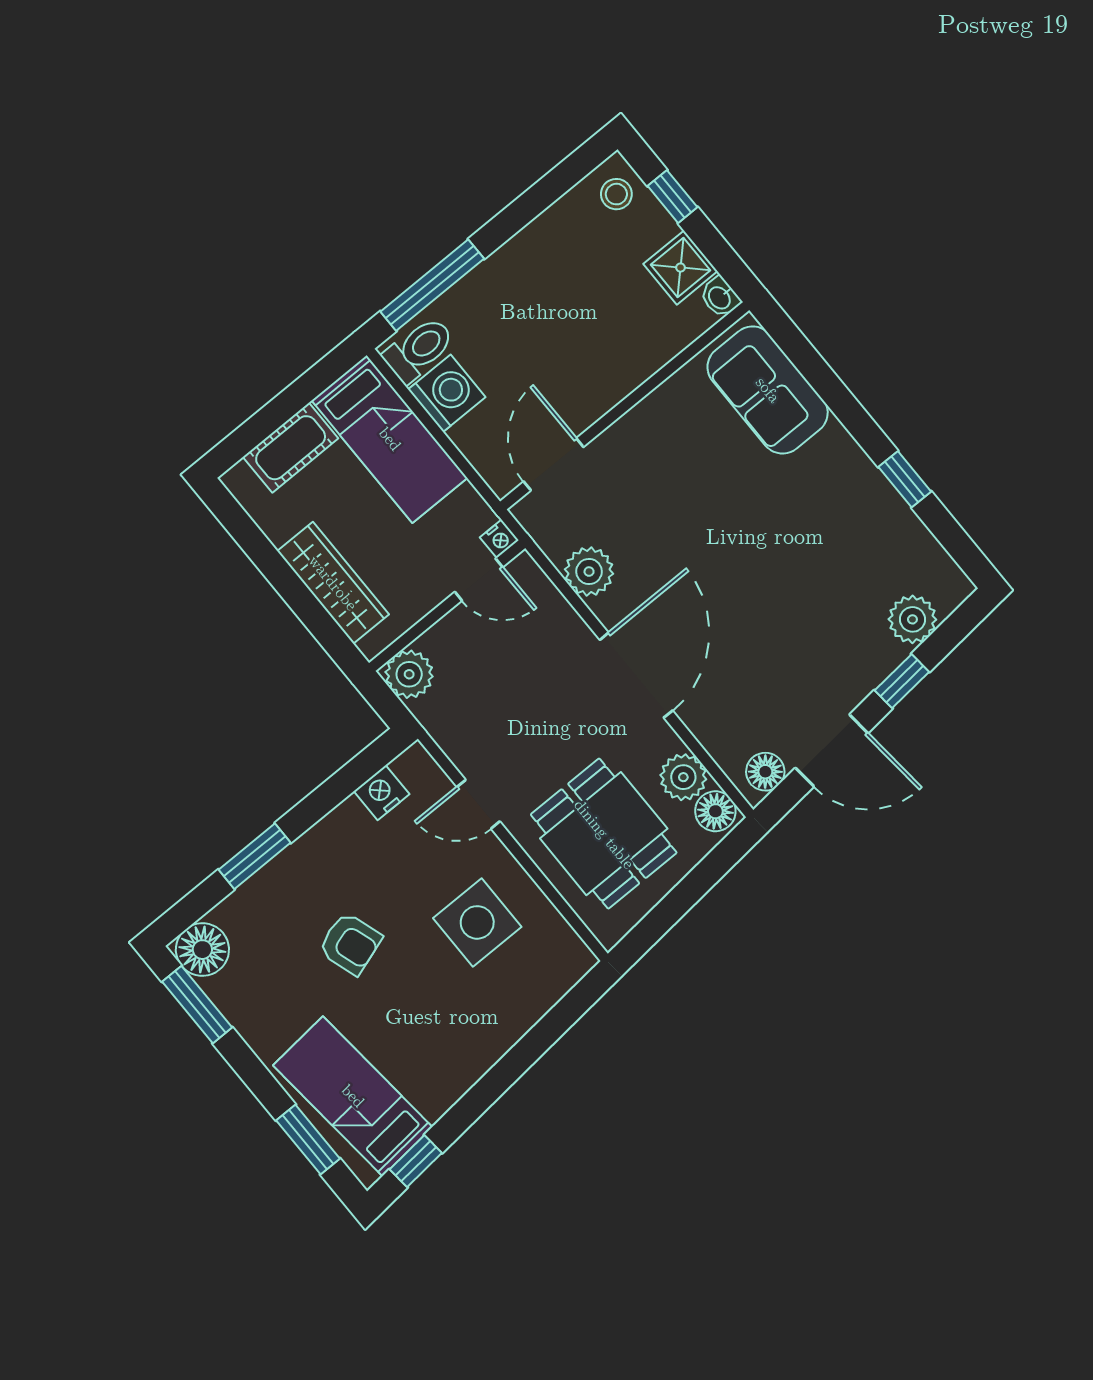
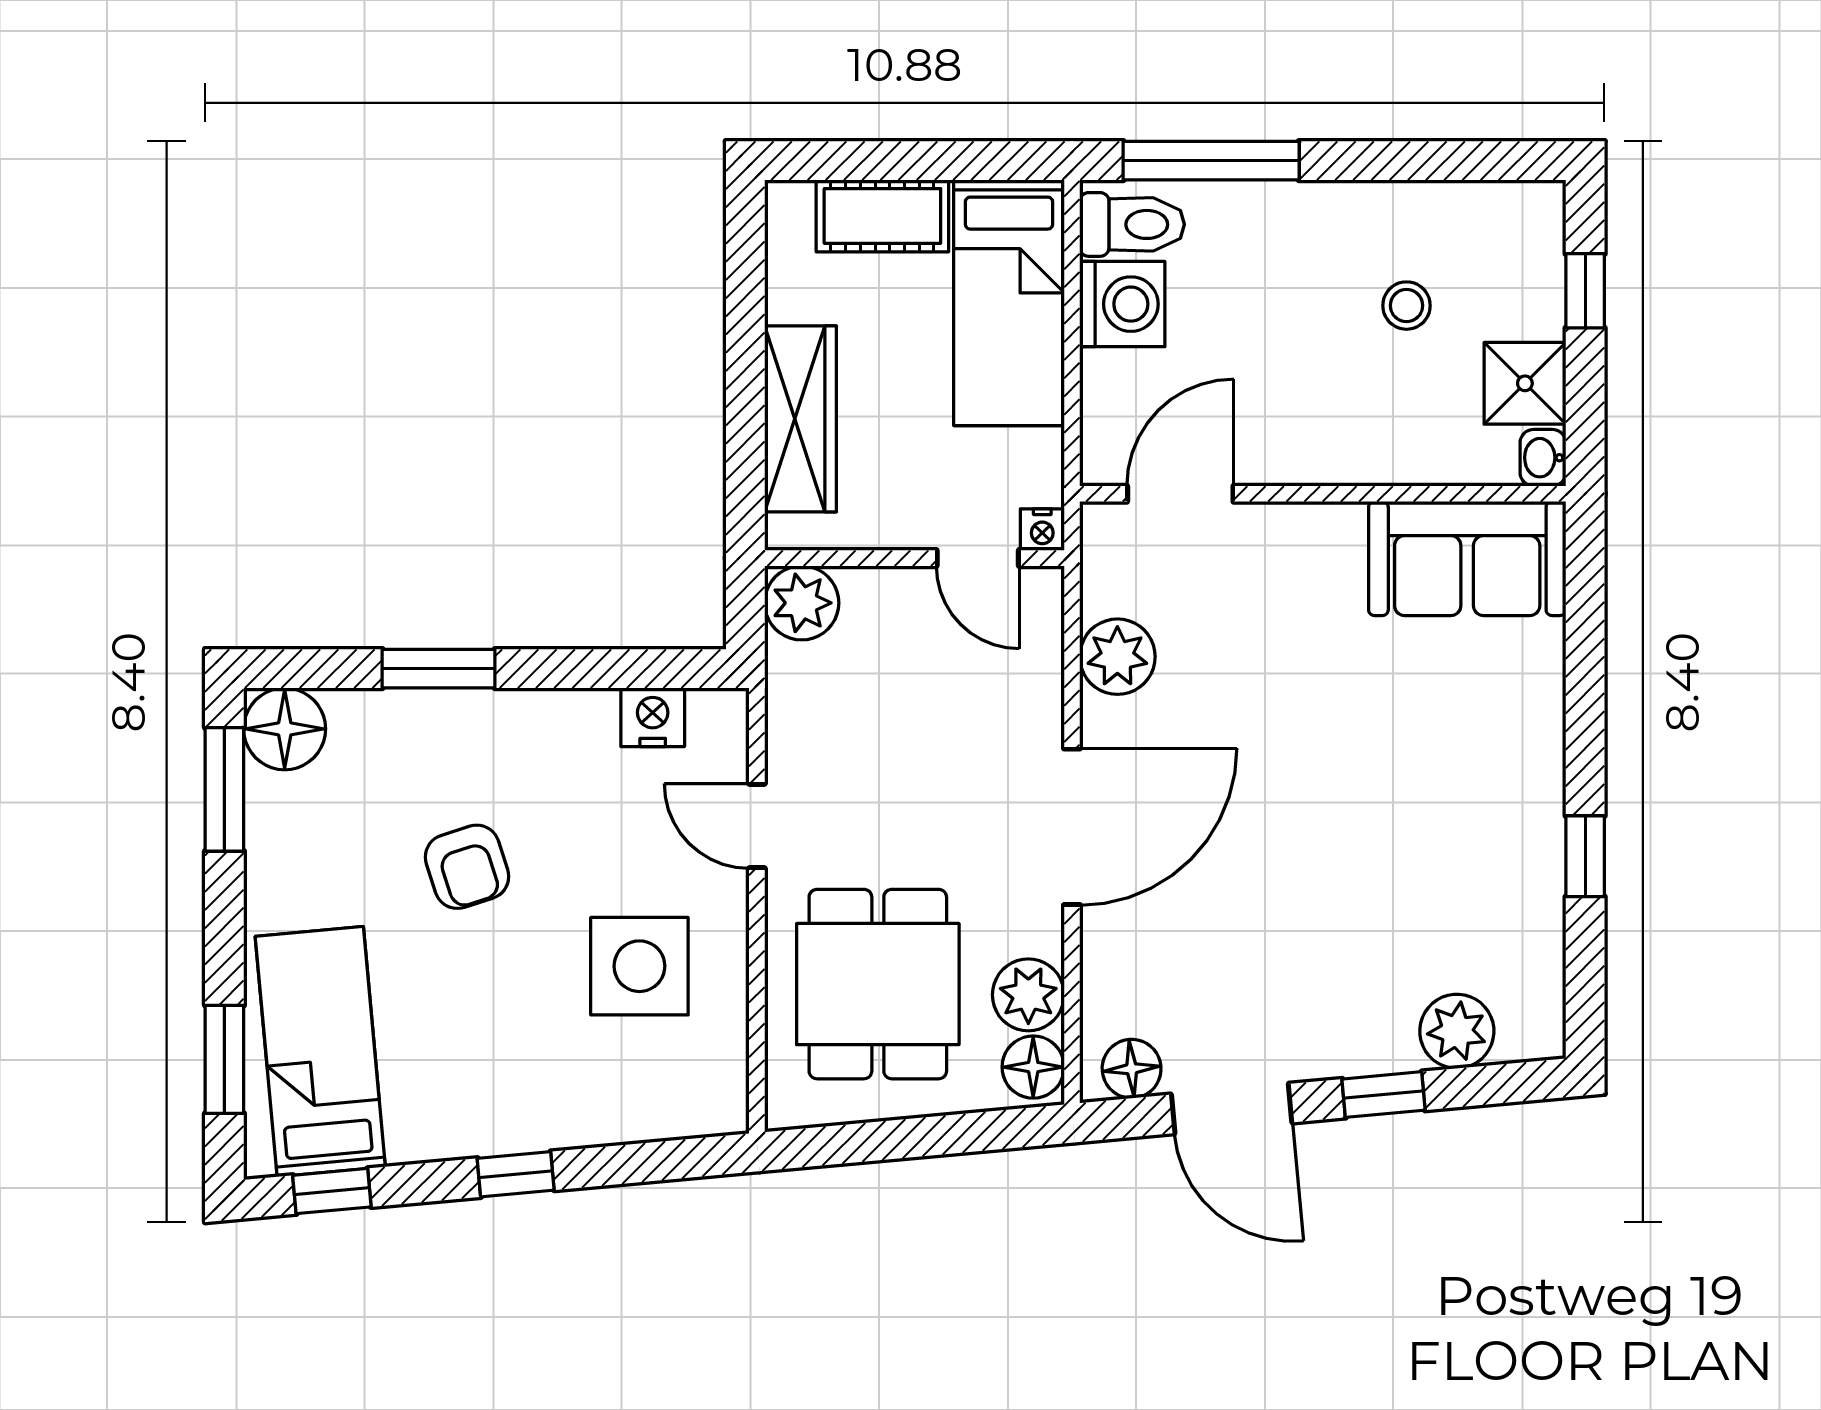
stool: (616, 194) -> (1407, 306), moved
sofa: (768, 390) -> (1467, 559), moved, turned -90
window: (501, 1077) -> (516, 1174), added

